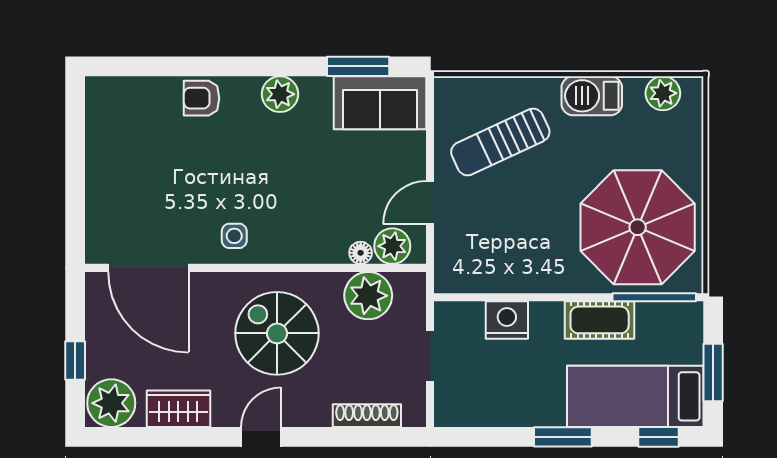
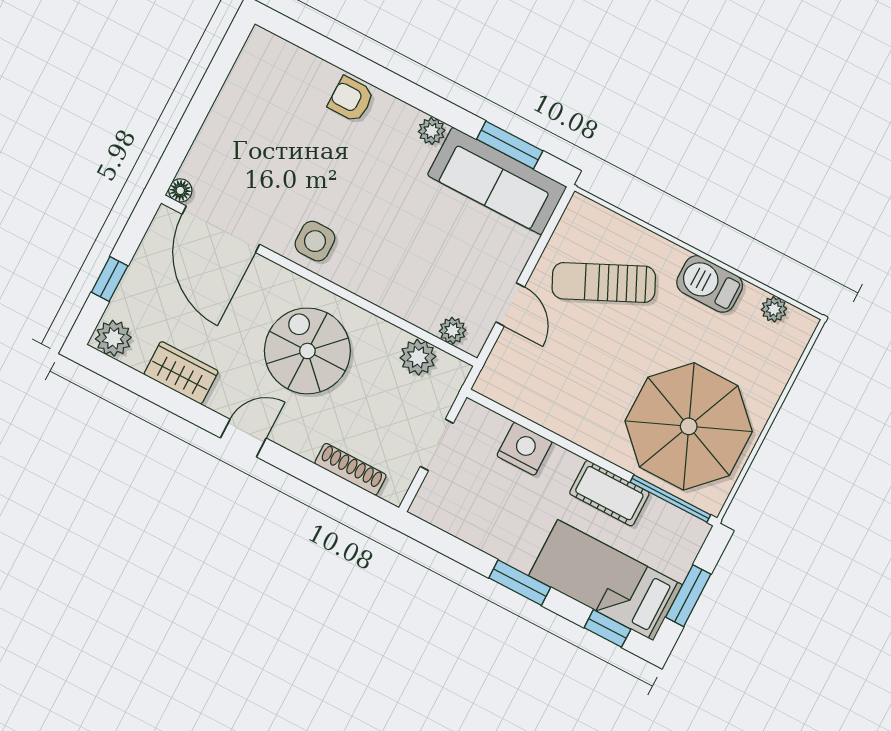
plant: (663, 93) -> (774, 309), width x0.73, depth x0.73
plant: (280, 94) -> (432, 131), width x0.73, depth x0.73
sofa: (380, 103) -> (497, 181), width x1.36
door: (430, 203) -> (510, 304), swing flipped
side table: (234, 236) -> (315, 241), width x1.37, depth x1.37
plant: (392, 246) -> (453, 331), width x0.73, depth x0.73
floor lamp: (361, 253) -> (180, 190), moved
plant: (368, 296) -> (418, 357), width x0.73, depth x0.73
plant: (111, 403) -> (113, 338), width x0.73, depth x0.73

